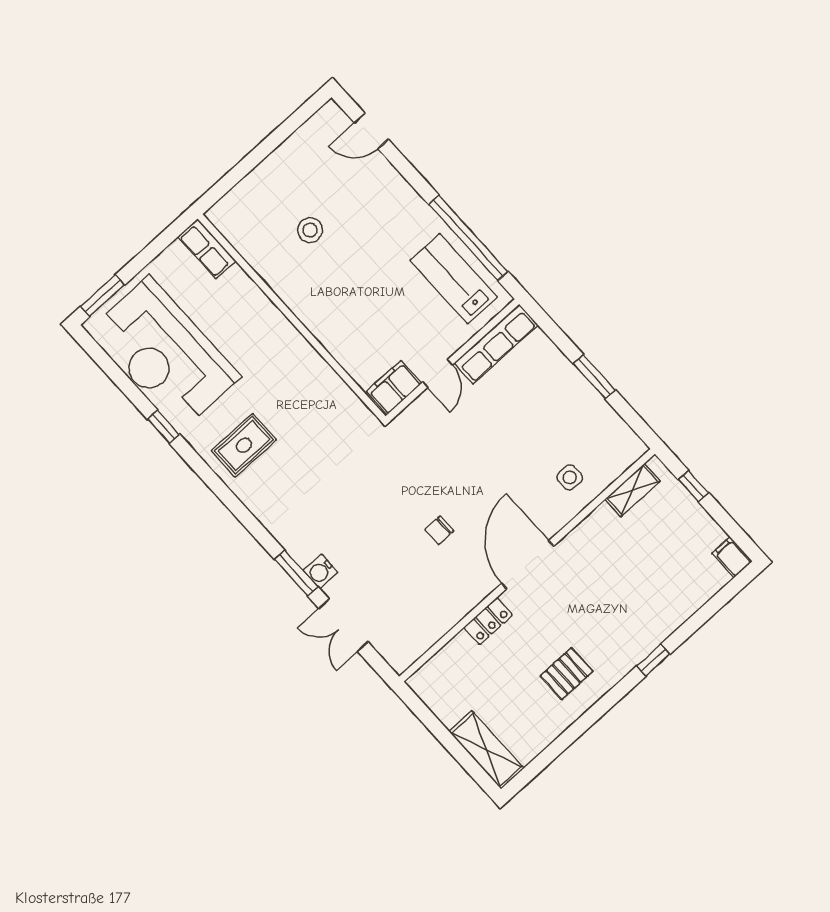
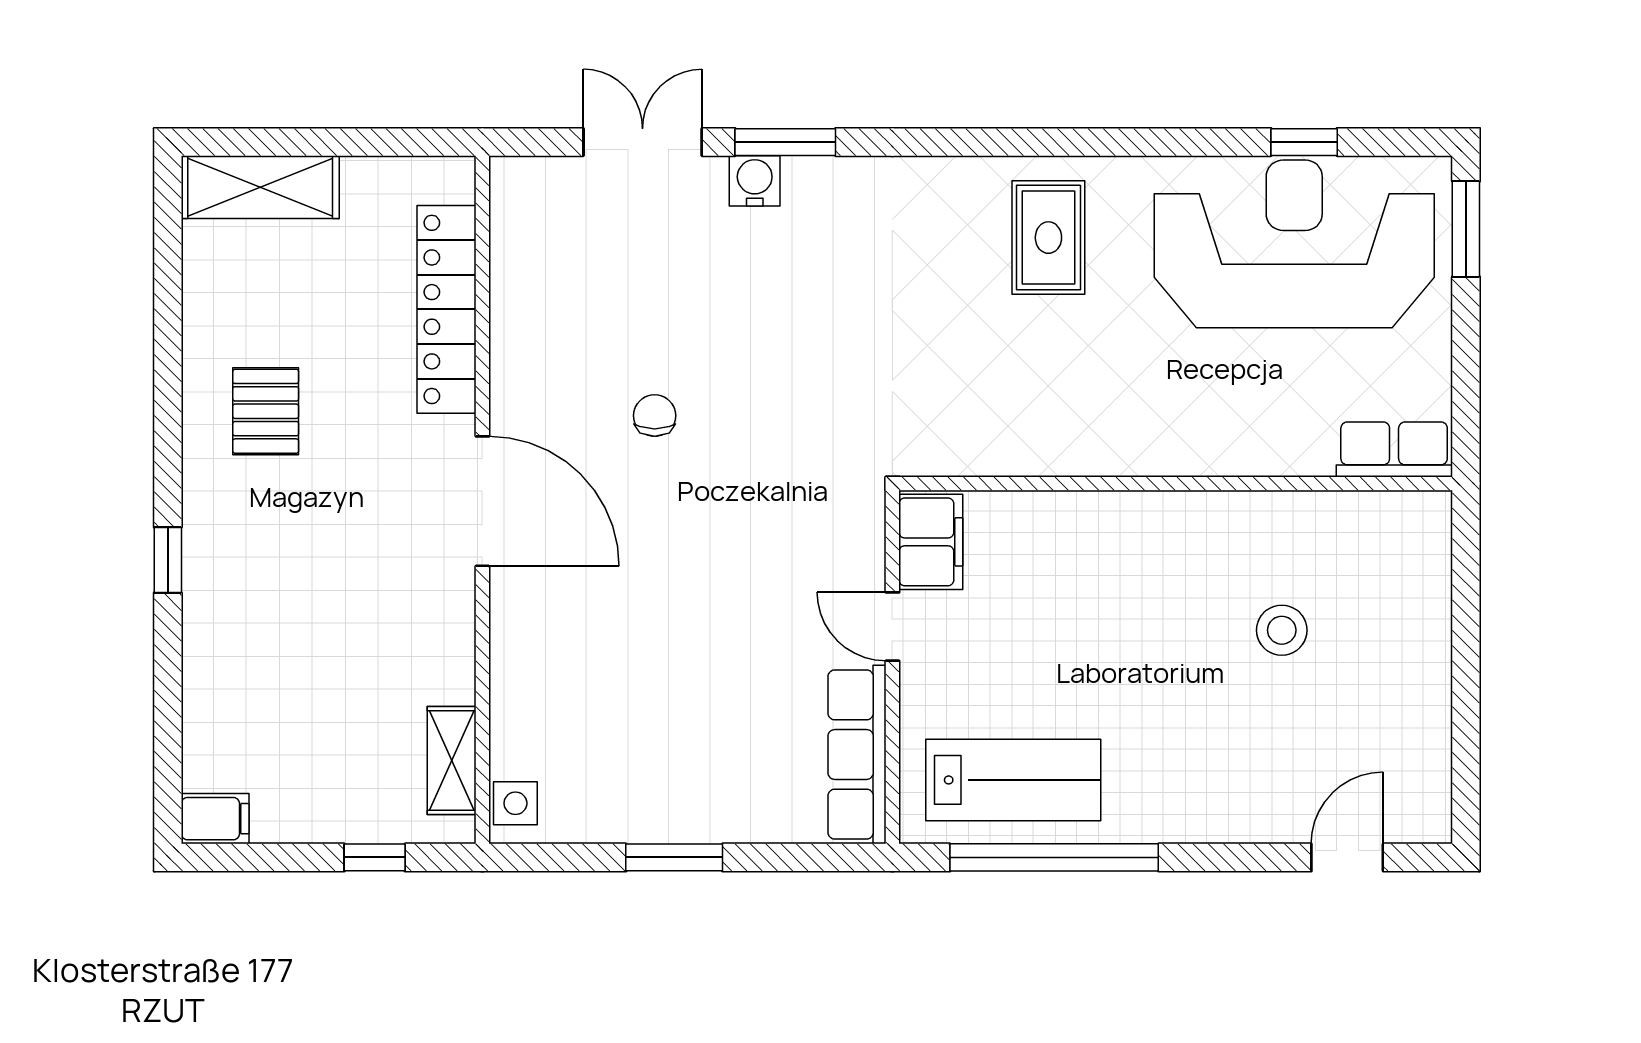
window: (163, 427) -> (1304, 142), moved
side table: (570, 477) -> (515, 803), moved
locker: (488, 621) -> (447, 309), width x2.16, depth x1.21

